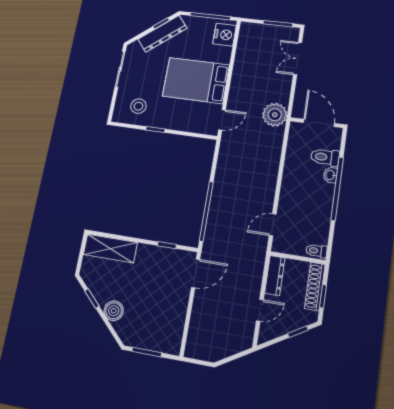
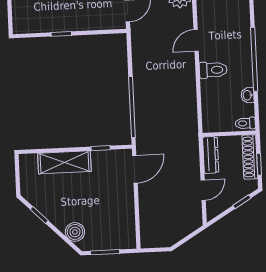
stool: (138, 106) -> (38, 12), removed
toilet: (325, 157) -> (213, 70), moved, turned 180
washbasin: (330, 175) -> (248, 95), moved
door: (273, 225) -> (196, 40), moved
shelving: (110, 248) -> (64, 162), moved
boiler: (114, 311) -> (75, 232), moved

